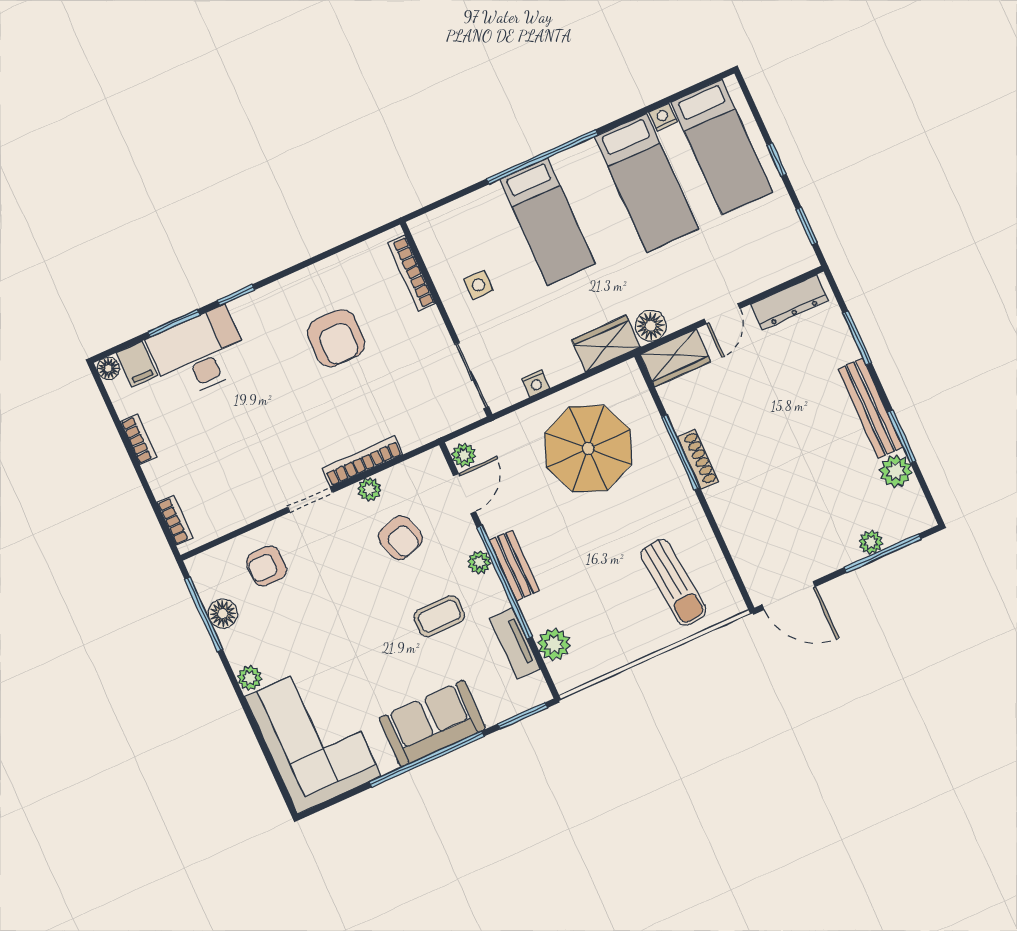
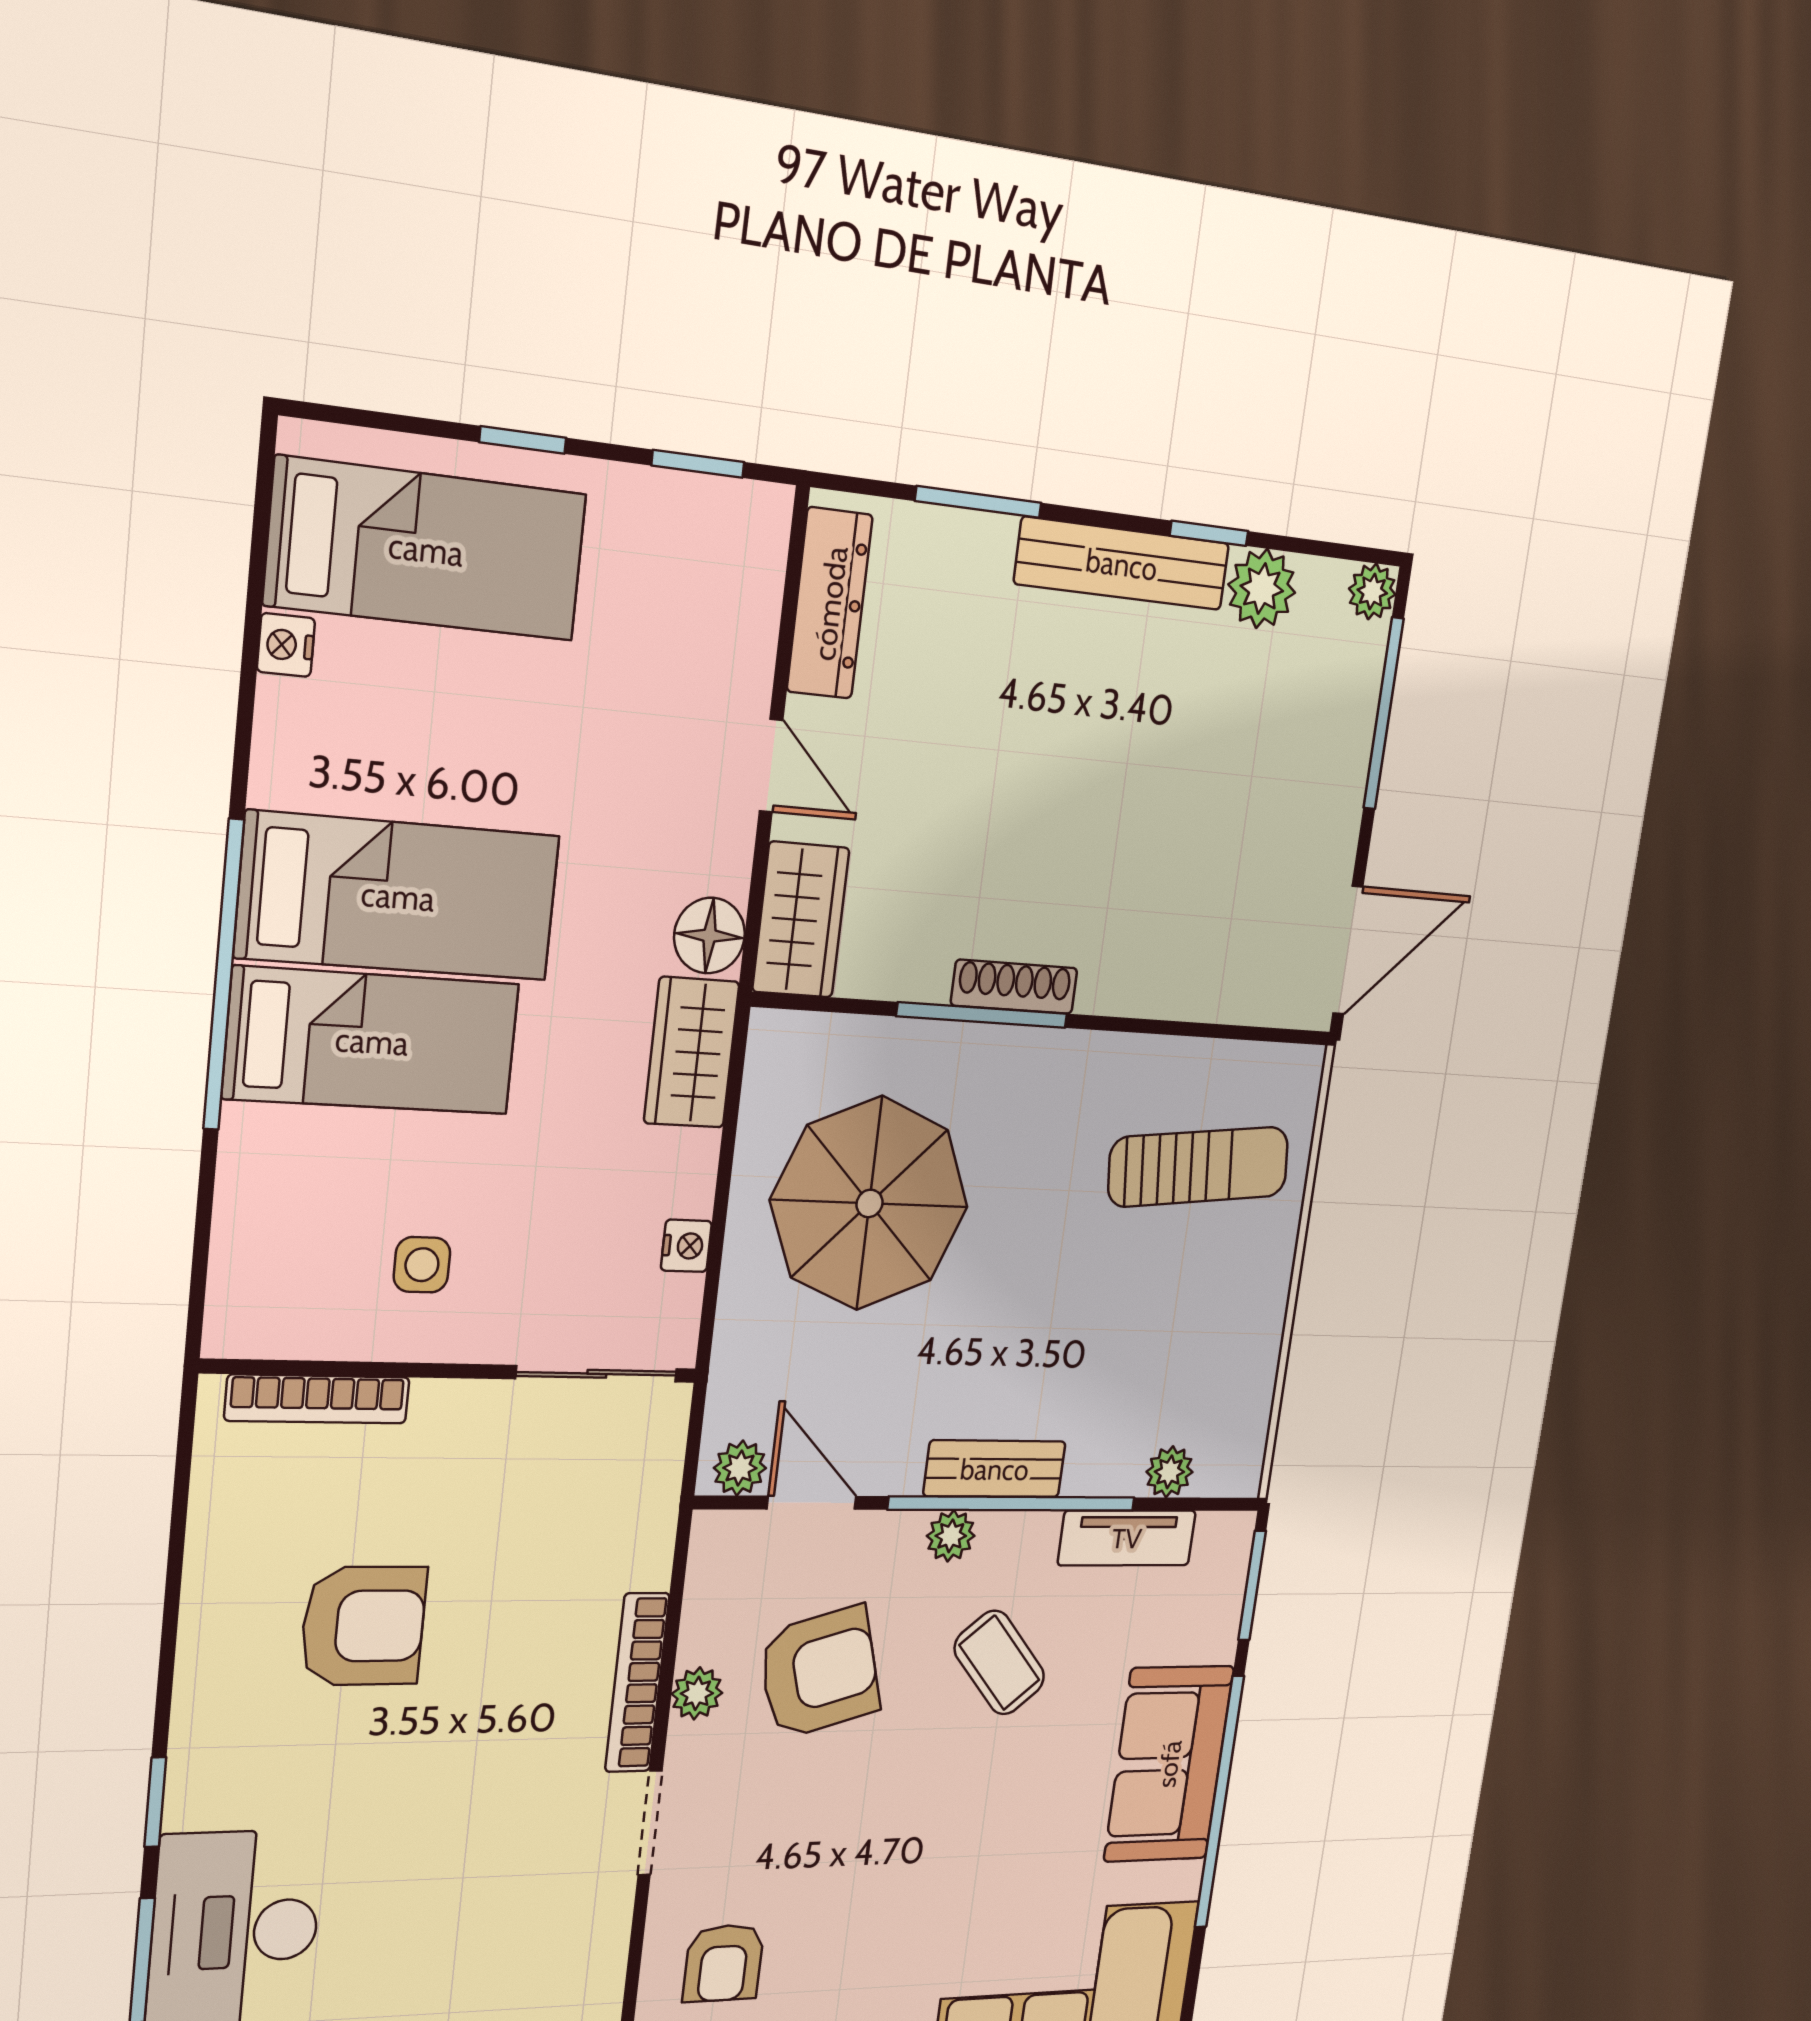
bed: (647, 183) -> (398, 896), moved
window: (902, 437) -> (1209, 533), width x0.67
armchair: (400, 538) -> (820, 1672), width x1.38, depth x1.38
plant: (871, 542) -> (1372, 592), moved
coffee table: (439, 616) -> (999, 1663), turned -41
plant: (554, 644) -> (1169, 1472), width x0.73, depth x0.73

